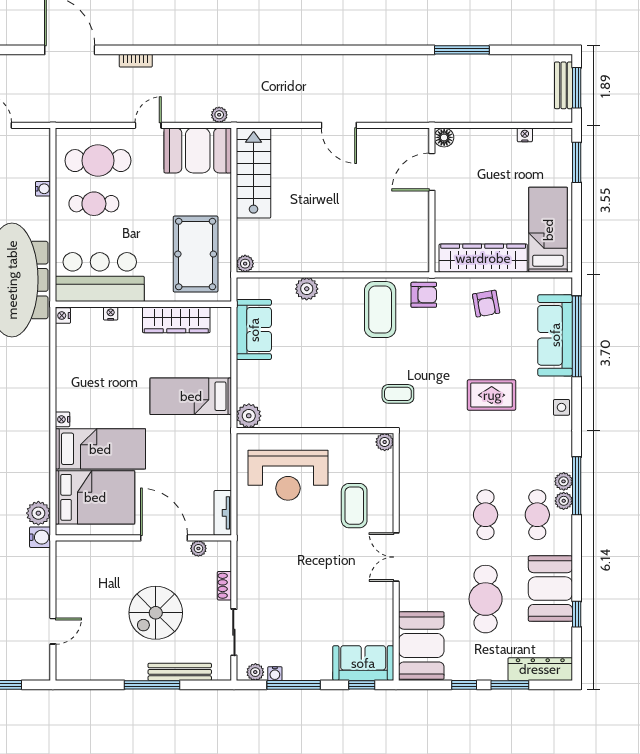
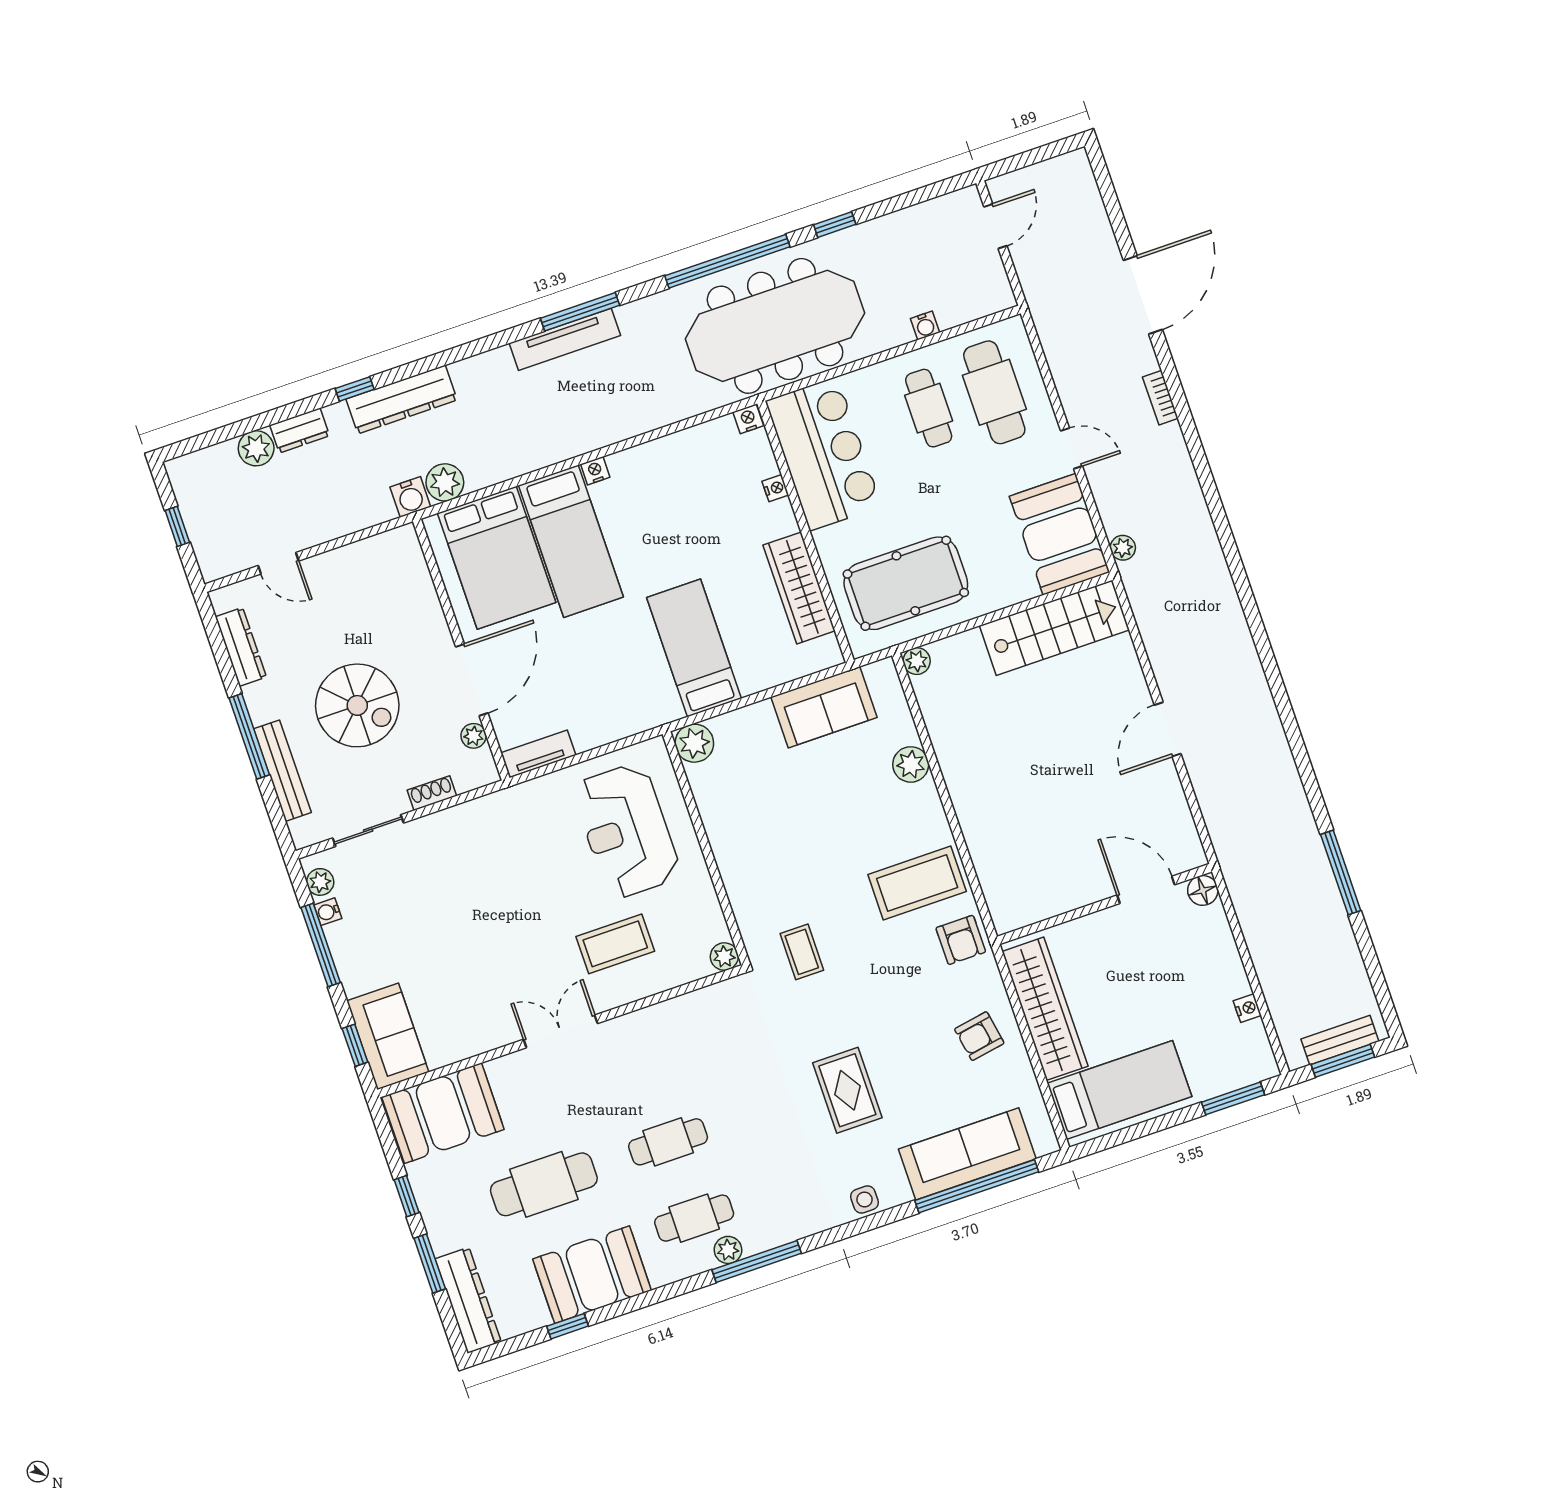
plant: (564, 481) -> (756, 1240), removed
spiral stairs: (156, 613) -> (357, 705), turned 180
dresser: (96, 671) -> (241, 647), added

